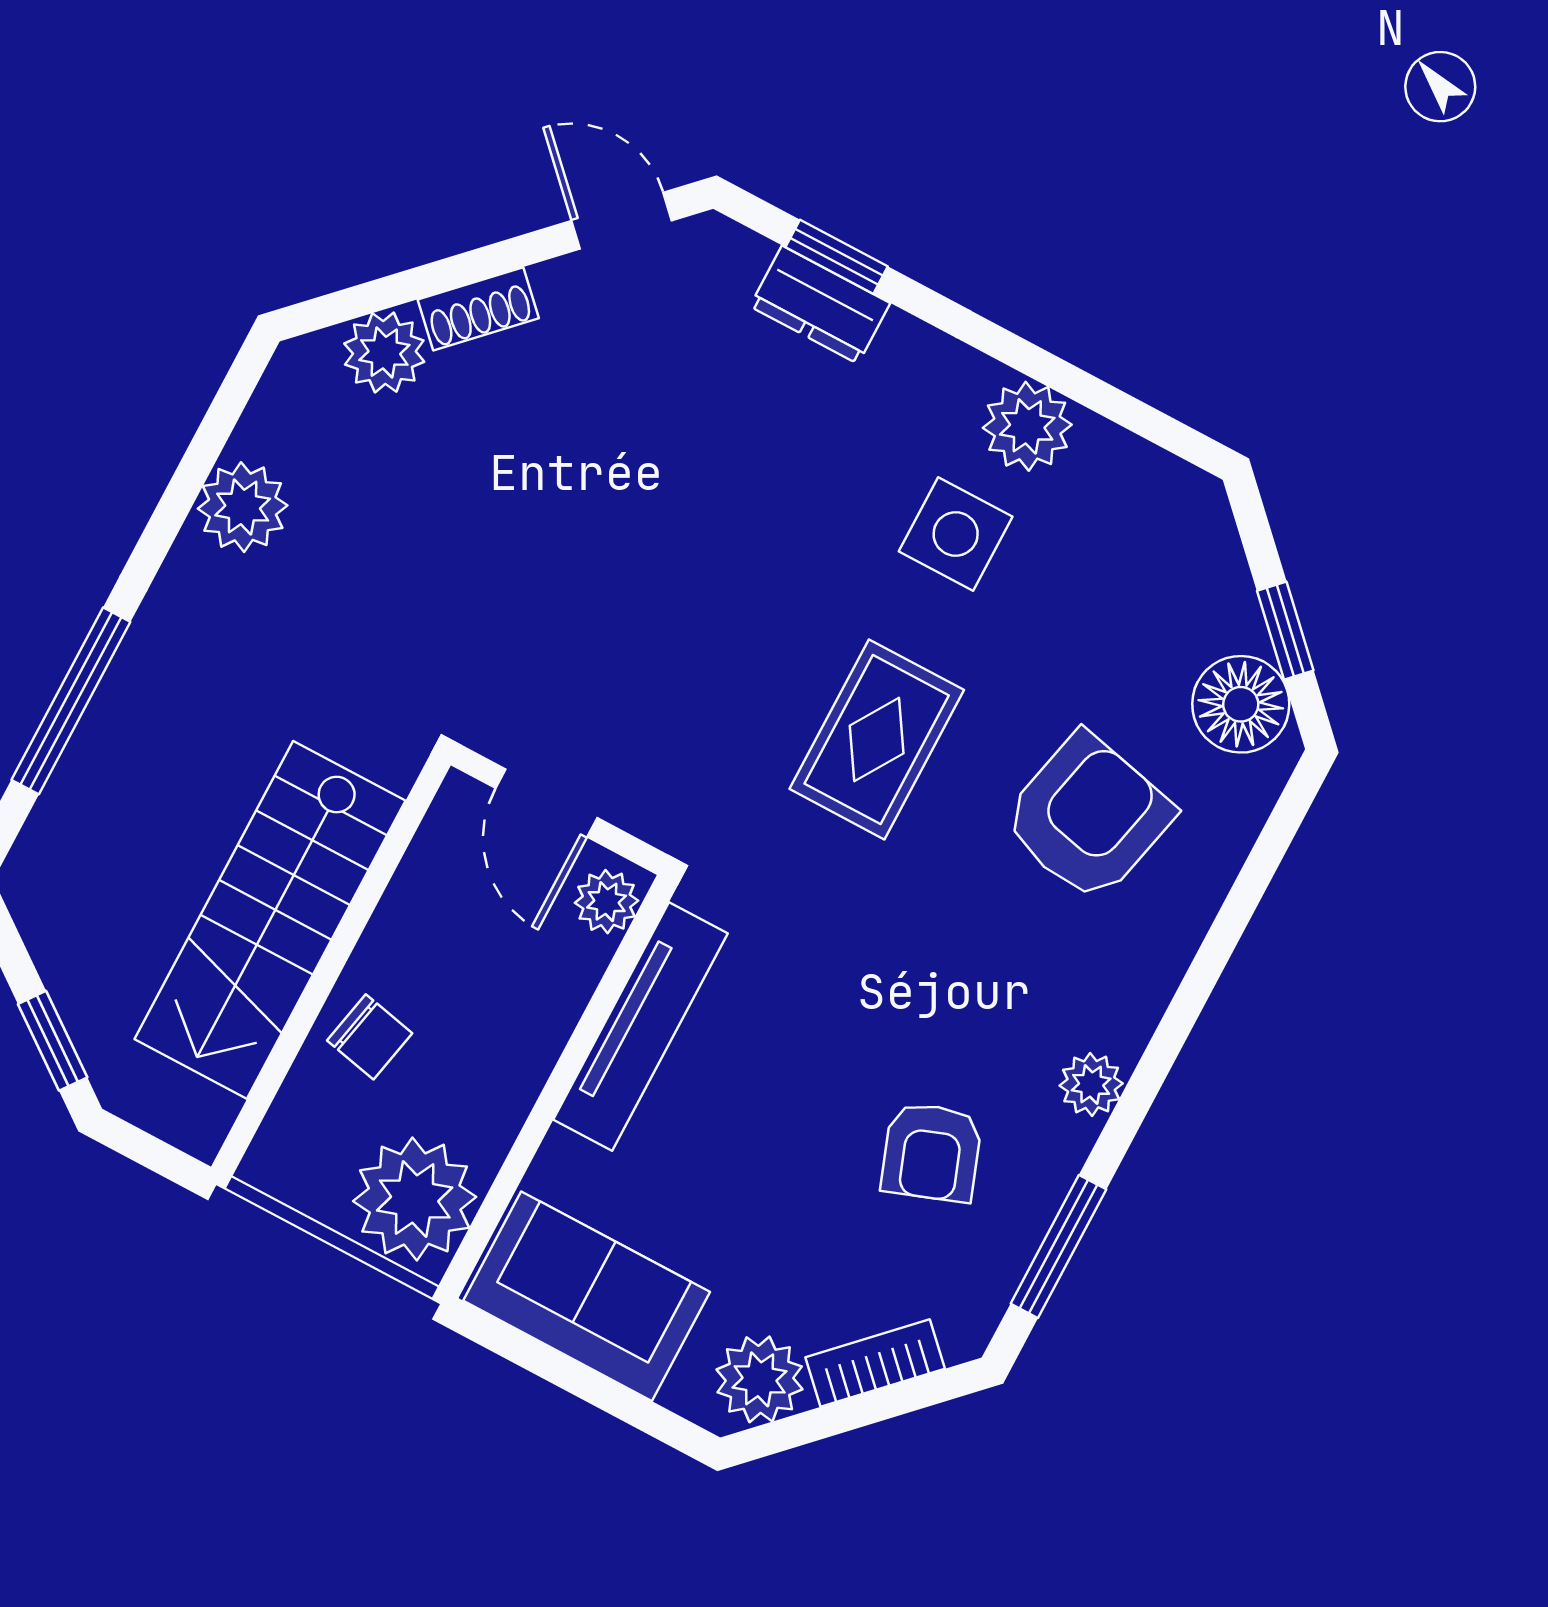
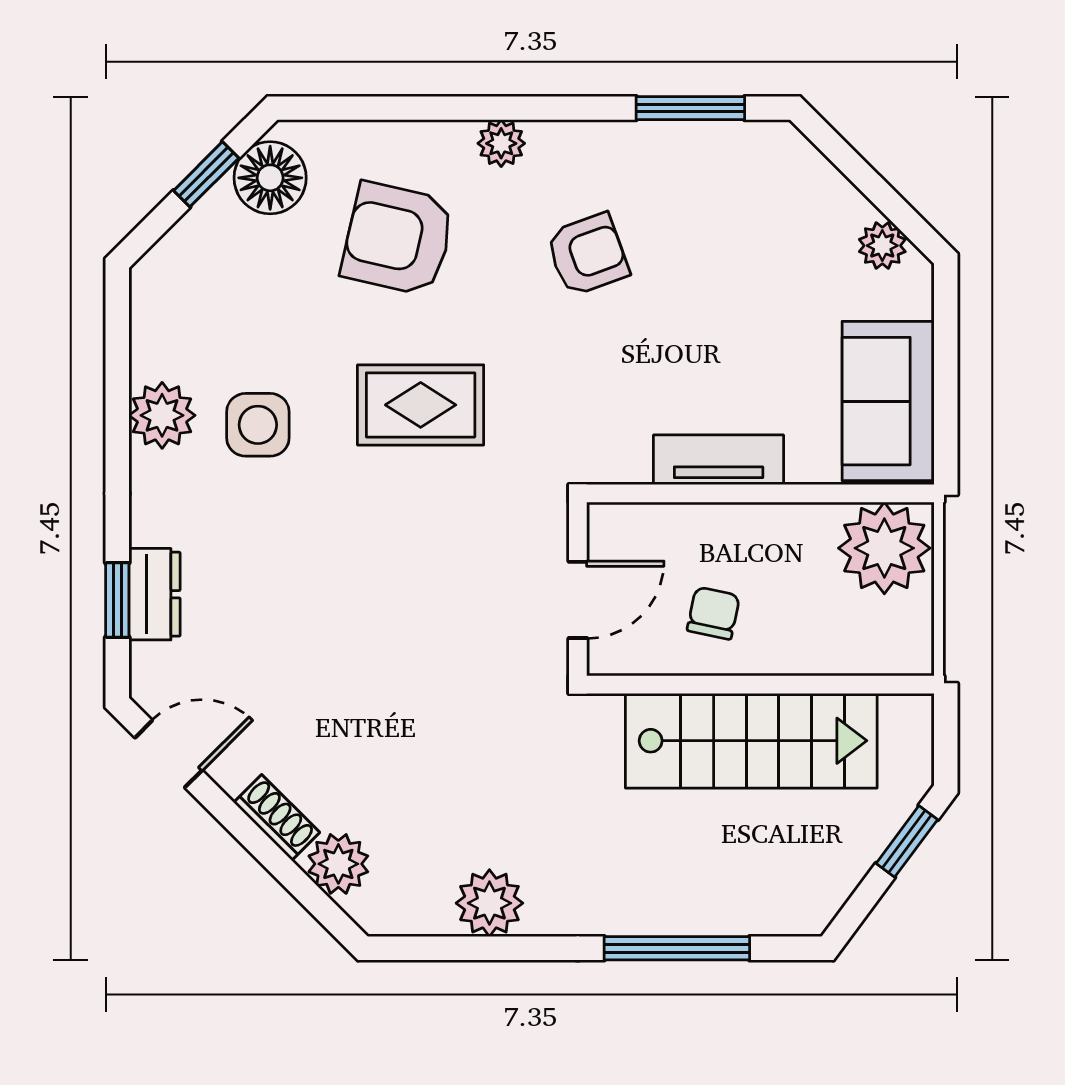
door: (622, 221) -> (169, 754), swing flipped
plant: (607, 902) -> (622, 526), removed
tv unit: (640, 1027) -> (719, 460), width x0.71
chair: (370, 1037) -> (713, 613), moved
plant: (1091, 1084) -> (501, 143), moved
armchair: (932, 1152) -> (587, 254), moved
bookcase: (875, 1363) -> (831, 188), removed
plant: (760, 1379) -> (882, 246), width x0.73, depth x0.73

